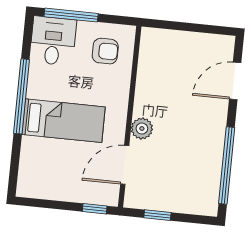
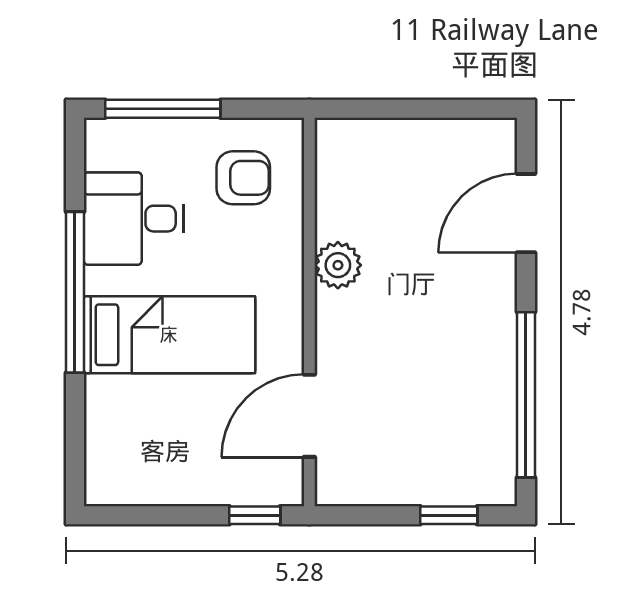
desk: (53, 41) -> (134, 219), moved, turned -90
plant: (142, 129) -> (338, 265), moved
window: (157, 215) -> (449, 515), moved

